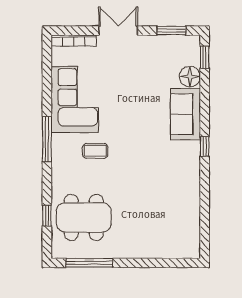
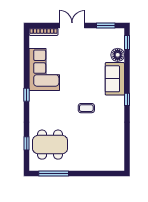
window: (47, 139) -> (27, 95), width x0.46
coffee table: (95, 151) -> (86, 108), moved

